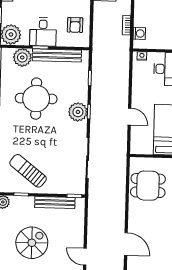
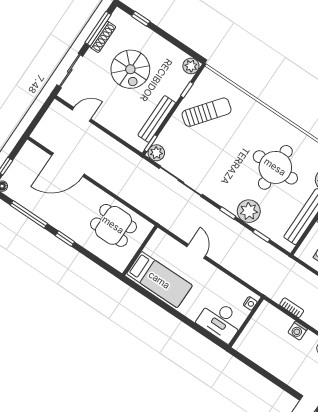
washing machine: (139, 33) -> (298, 331), moved
plant: (78, 112) -> (249, 211), moved
door: (129, 117) -> (196, 251), swing flipped
dining table: (148, 186) -> (113, 225), turned 90
plant: (79, 188) -> (156, 153), added
door: (126, 244) -> (68, 165), width x1.36

